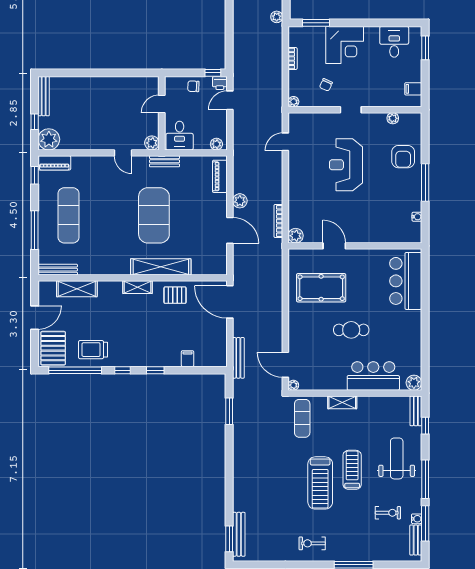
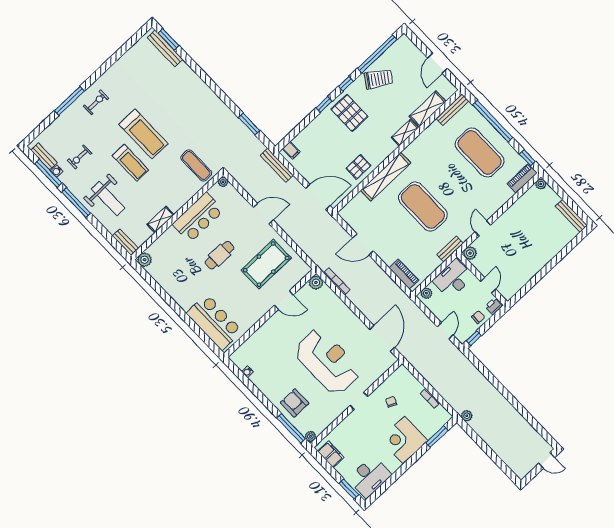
desk: (394, 42) -> (370, 477), width x1.37
printer: (220, 83) -> (494, 306), moved
filing cabinet: (413, 89) -> (331, 454), width x2.00
plant: (293, 102) -> (402, 370), removed
plant: (393, 118) -> (310, 436), moved
window: (35, 122) -> (561, 193), removed
desk: (180, 136) -> (453, 279), width x1.37
plant: (49, 139) -> (541, 184), width x0.53, depth x0.53
door: (285, 142) -> (382, 338), width x1.87
door: (123, 153) -> (483, 228), hinge flipped
reception desk: (346, 165) -> (327, 361), width x1.36, depth x1.30
window: (425, 183) -> (291, 428), moved
plant: (240, 201) -> (375, 270), removed
exercise mat: (69, 215) -> (480, 152), width x1.47
window: (35, 230) -> (493, 121), width x1.46
shelving: (138, 287) -> (405, 133), moved
pallet: (53, 348) -> (349, 113), moved
trolley: (93, 350) -> (378, 79), turned 34
filing cabinet: (188, 359) -> (291, 150), moved
door: (285, 365) -> (263, 214), moved
bar counter: (373, 376) -> (198, 217), moved
shelving: (342, 402) -> (160, 220), moved
window: (425, 426) -> (110, 238), removed
treadmill: (320, 483) -> (143, 134), turned 180
exercise bike: (312, 543) -> (96, 102), moved

